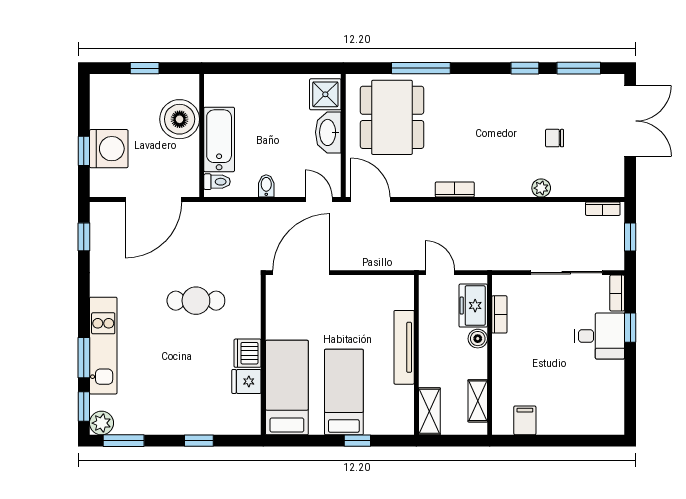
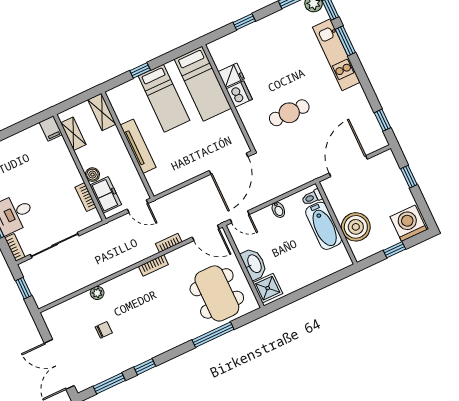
washing machine: (109, 149) -> (408, 223), moved, turned 90
bookcase: (603, 209) -> (169, 243), moved
filing cabinet: (525, 420) -> (51, 129), moved

